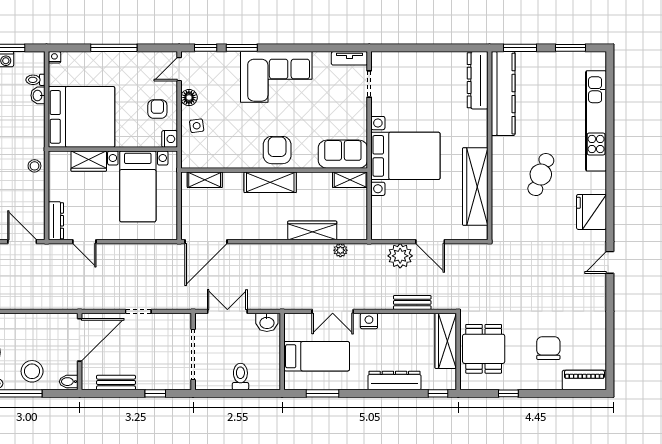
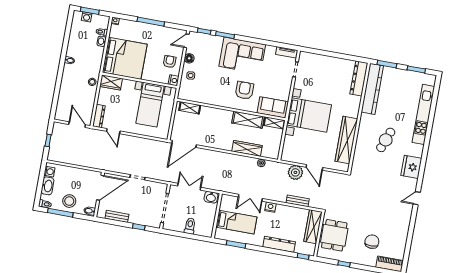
armchair: (277, 150) -> (244, 90), moved
wardrobe: (89, 161) -> (111, 82), moved
shelving: (270, 182) -> (248, 120), moved

